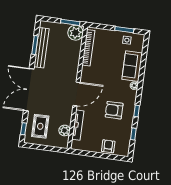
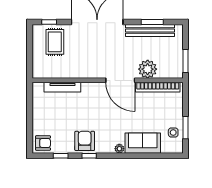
plant: (76, 33) -> (148, 69), moved
door: (76, 94) -> (120, 80), moved
armchair: (114, 110) -> (85, 141), moved
rug: (40, 126) -> (55, 42), turned 90
plant: (64, 130) -> (54, 72), removed
armchair: (108, 146) -> (43, 143), moved

